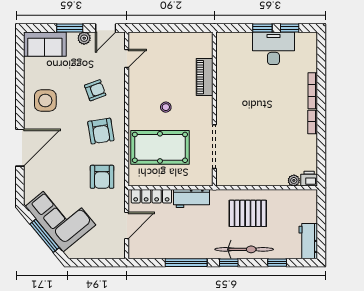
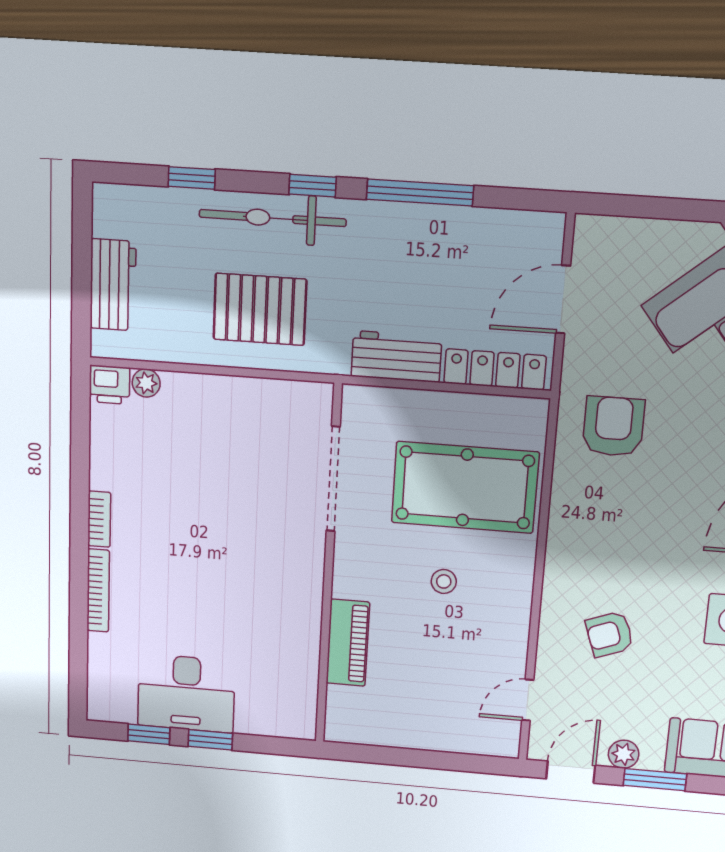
armchair: (101, 131) -> (605, 538), removed
workbench: (308, 241) -> (113, 285), moved

